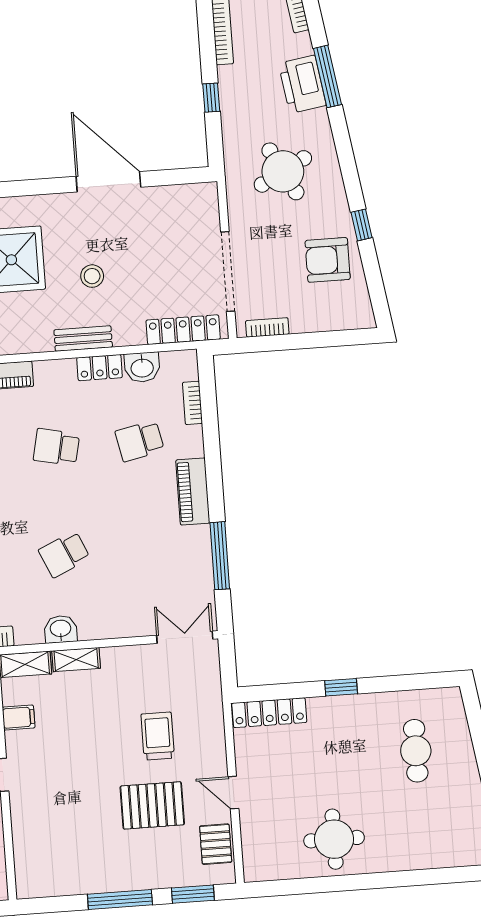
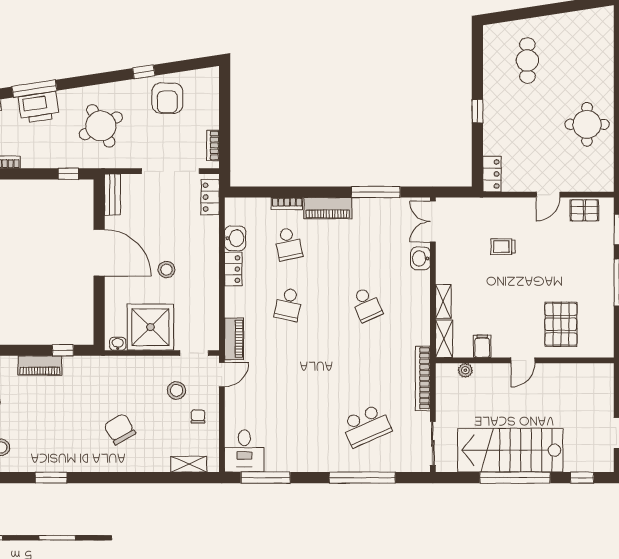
window: (211, 98) -> (68, 174), moved
door: (108, 182) -> (99, 253), swing flipped
locker: (183, 330) -> (210, 197), width x0.66
bench: (83, 339) -> (112, 195), moved
bookcase: (192, 403) -> (287, 204), moved
washbasin: (61, 629) -> (420, 258), moved
locker: (269, 713) -> (492, 174), width x0.66
trolley: (158, 736) -> (503, 247), width x0.73, depth x0.72
cafe table: (416, 751) -> (527, 60), turned 90
pallet: (152, 805) -> (561, 324), moved

